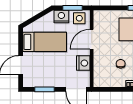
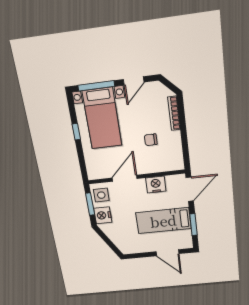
door: (92, 39) -> (125, 178), swing flipped
bed: (45, 42) -> (163, 221), moved, turned -90

